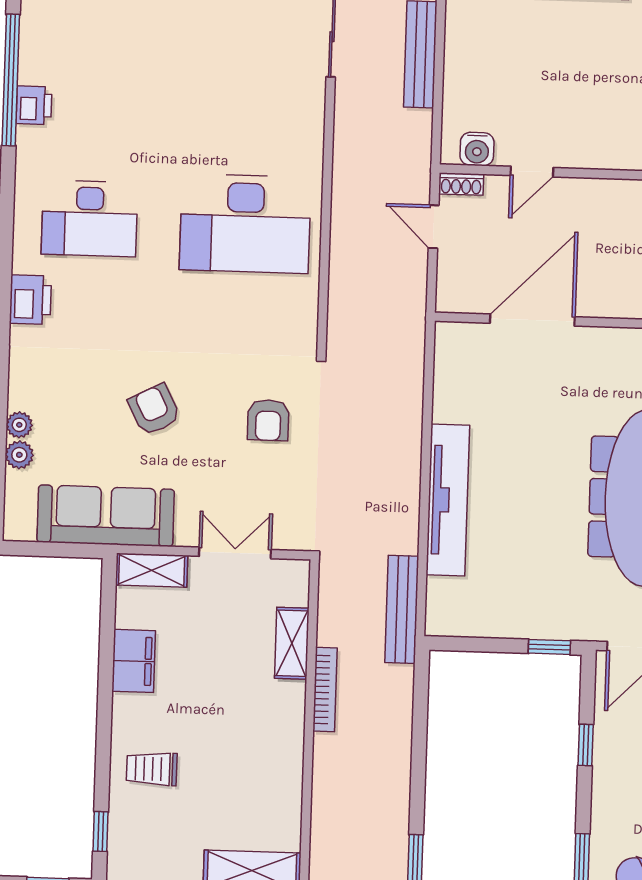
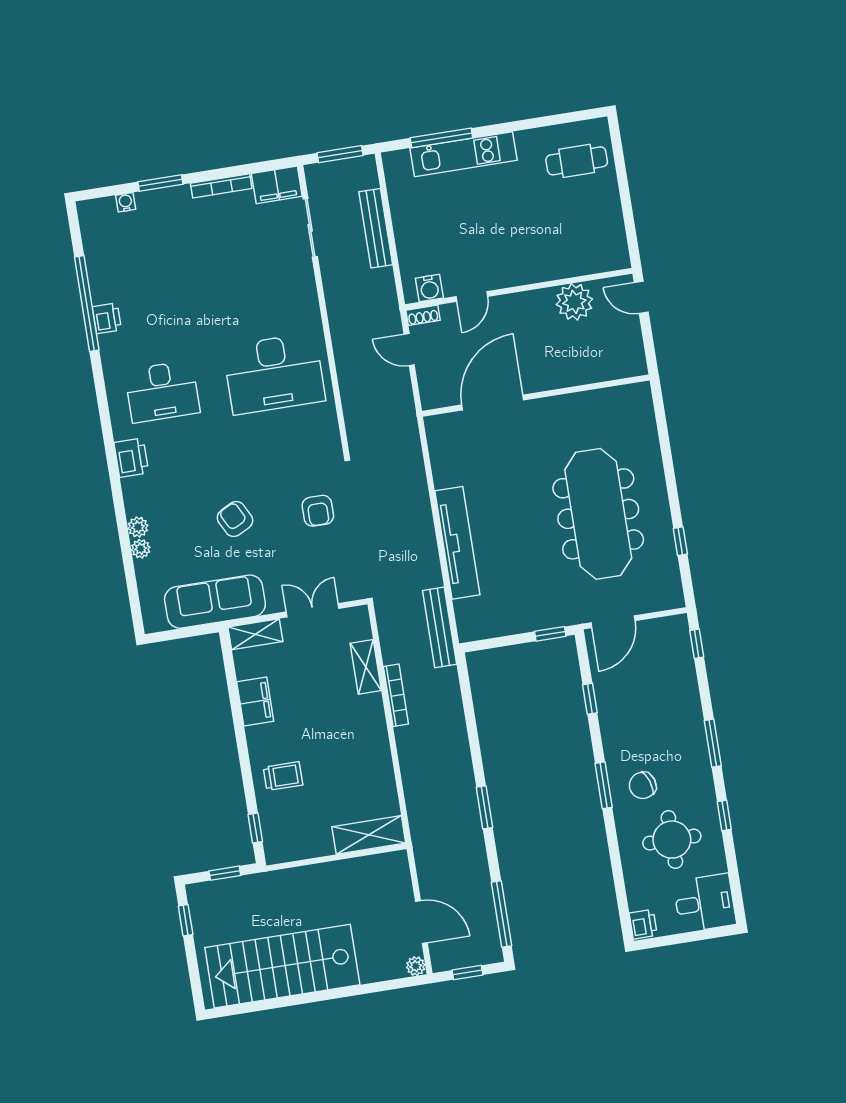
plant: (19, 455) -> (138, 527), moved
trolley: (152, 769) -> (283, 776), turned 180

